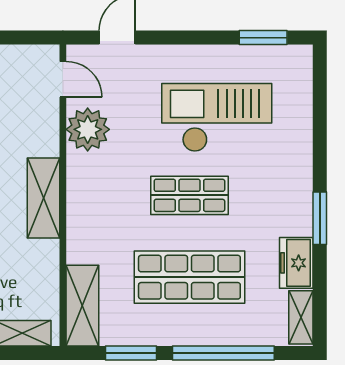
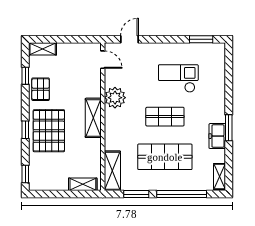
checkout: (217, 118) -> (178, 78), width x0.73, depth x0.83
plant: (88, 129) -> (115, 98), moved
freezer: (296, 263) -> (217, 136), moved

